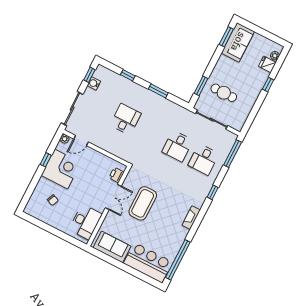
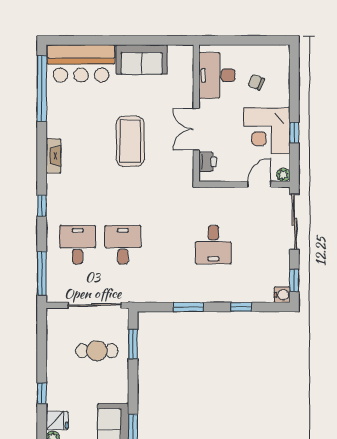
water cooler: (94, 83) -> (282, 295), moved
printer: (116, 175) -> (207, 162), moved
double door: (113, 197) -> (196, 129), moved
wall: (109, 206) -> (196, 113), moved
desk: (86, 222) -> (217, 75), moved

